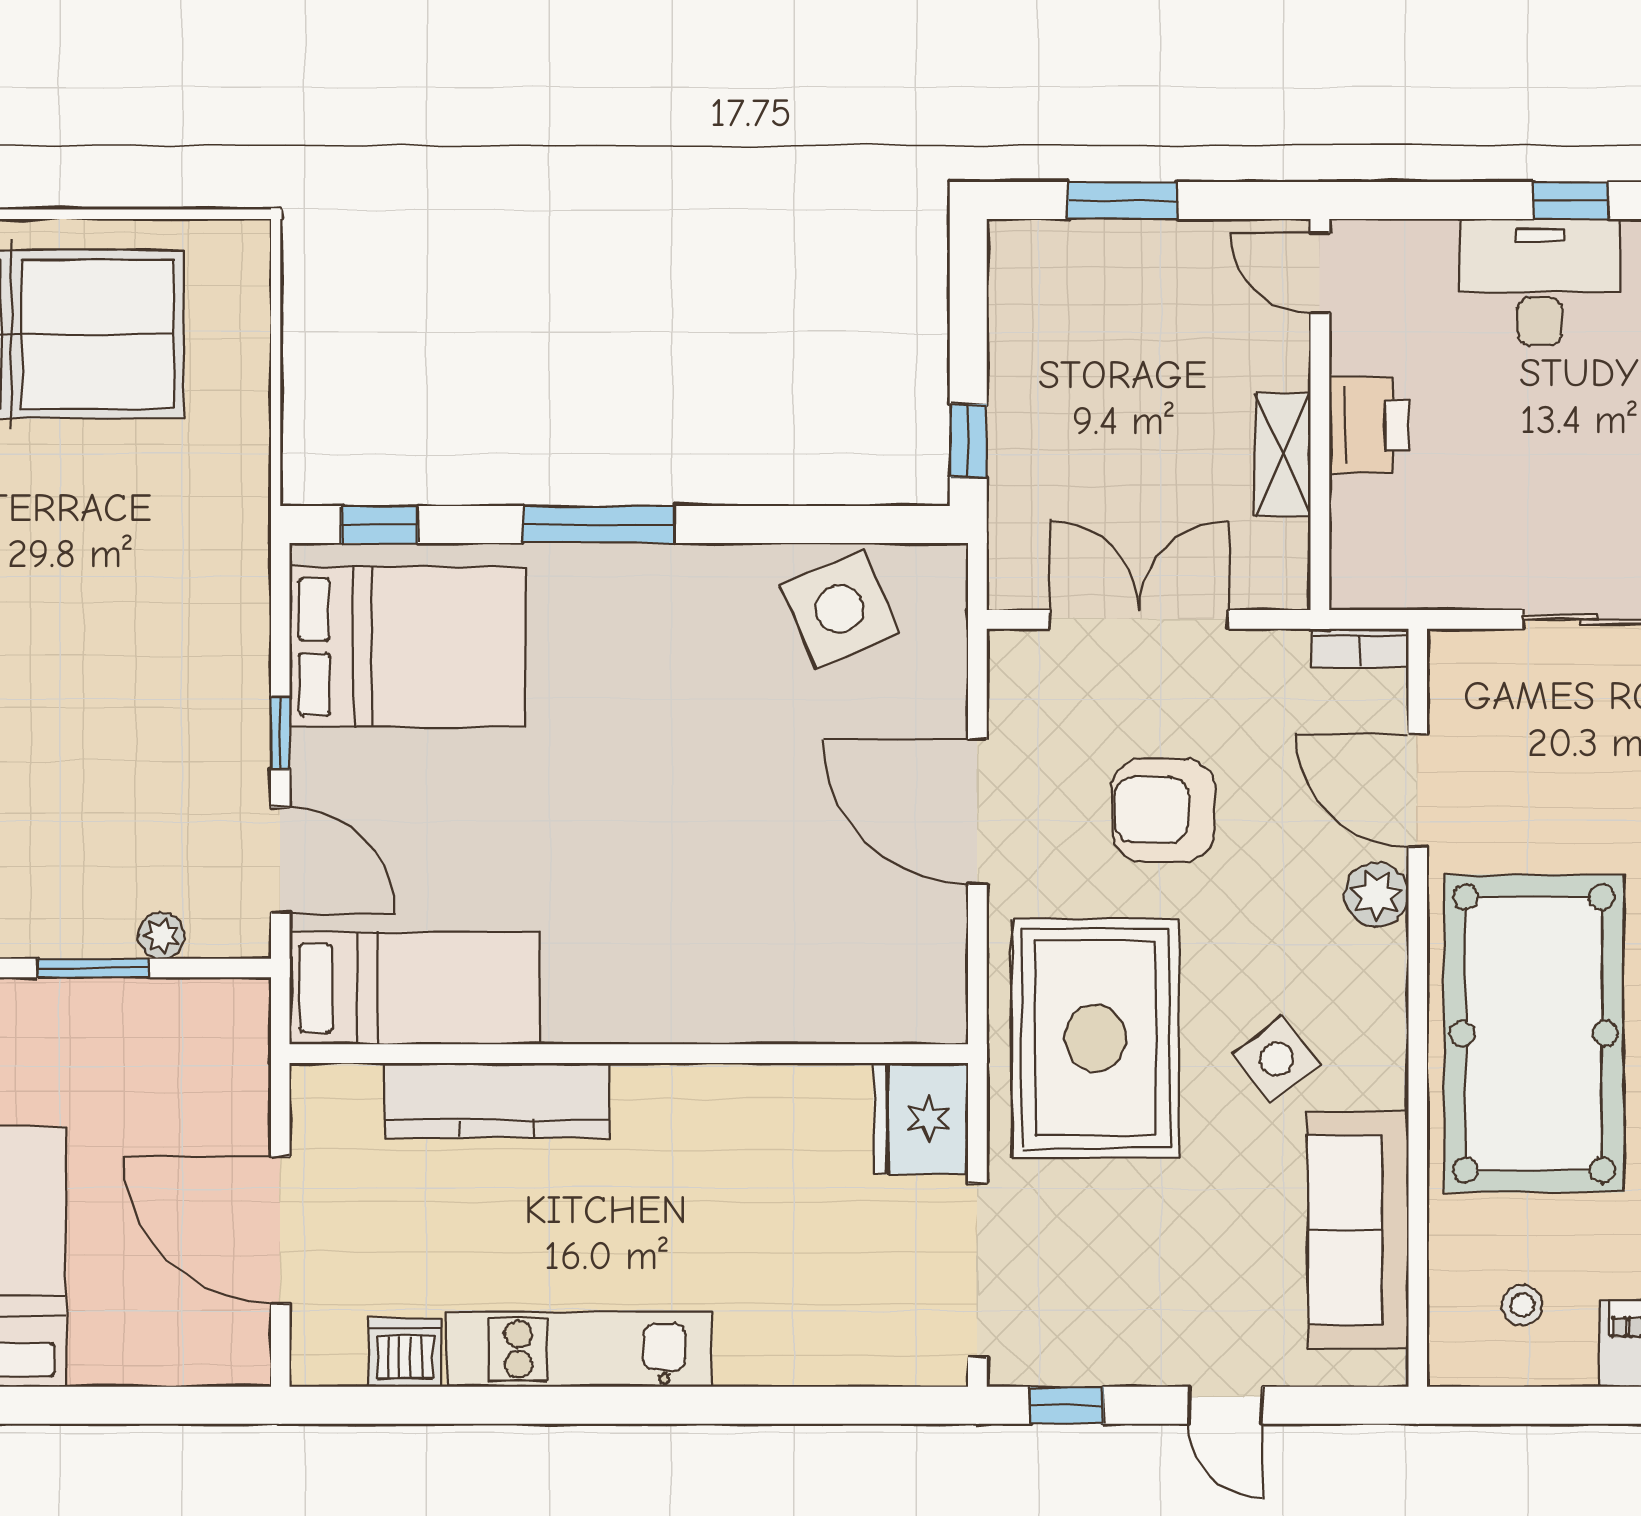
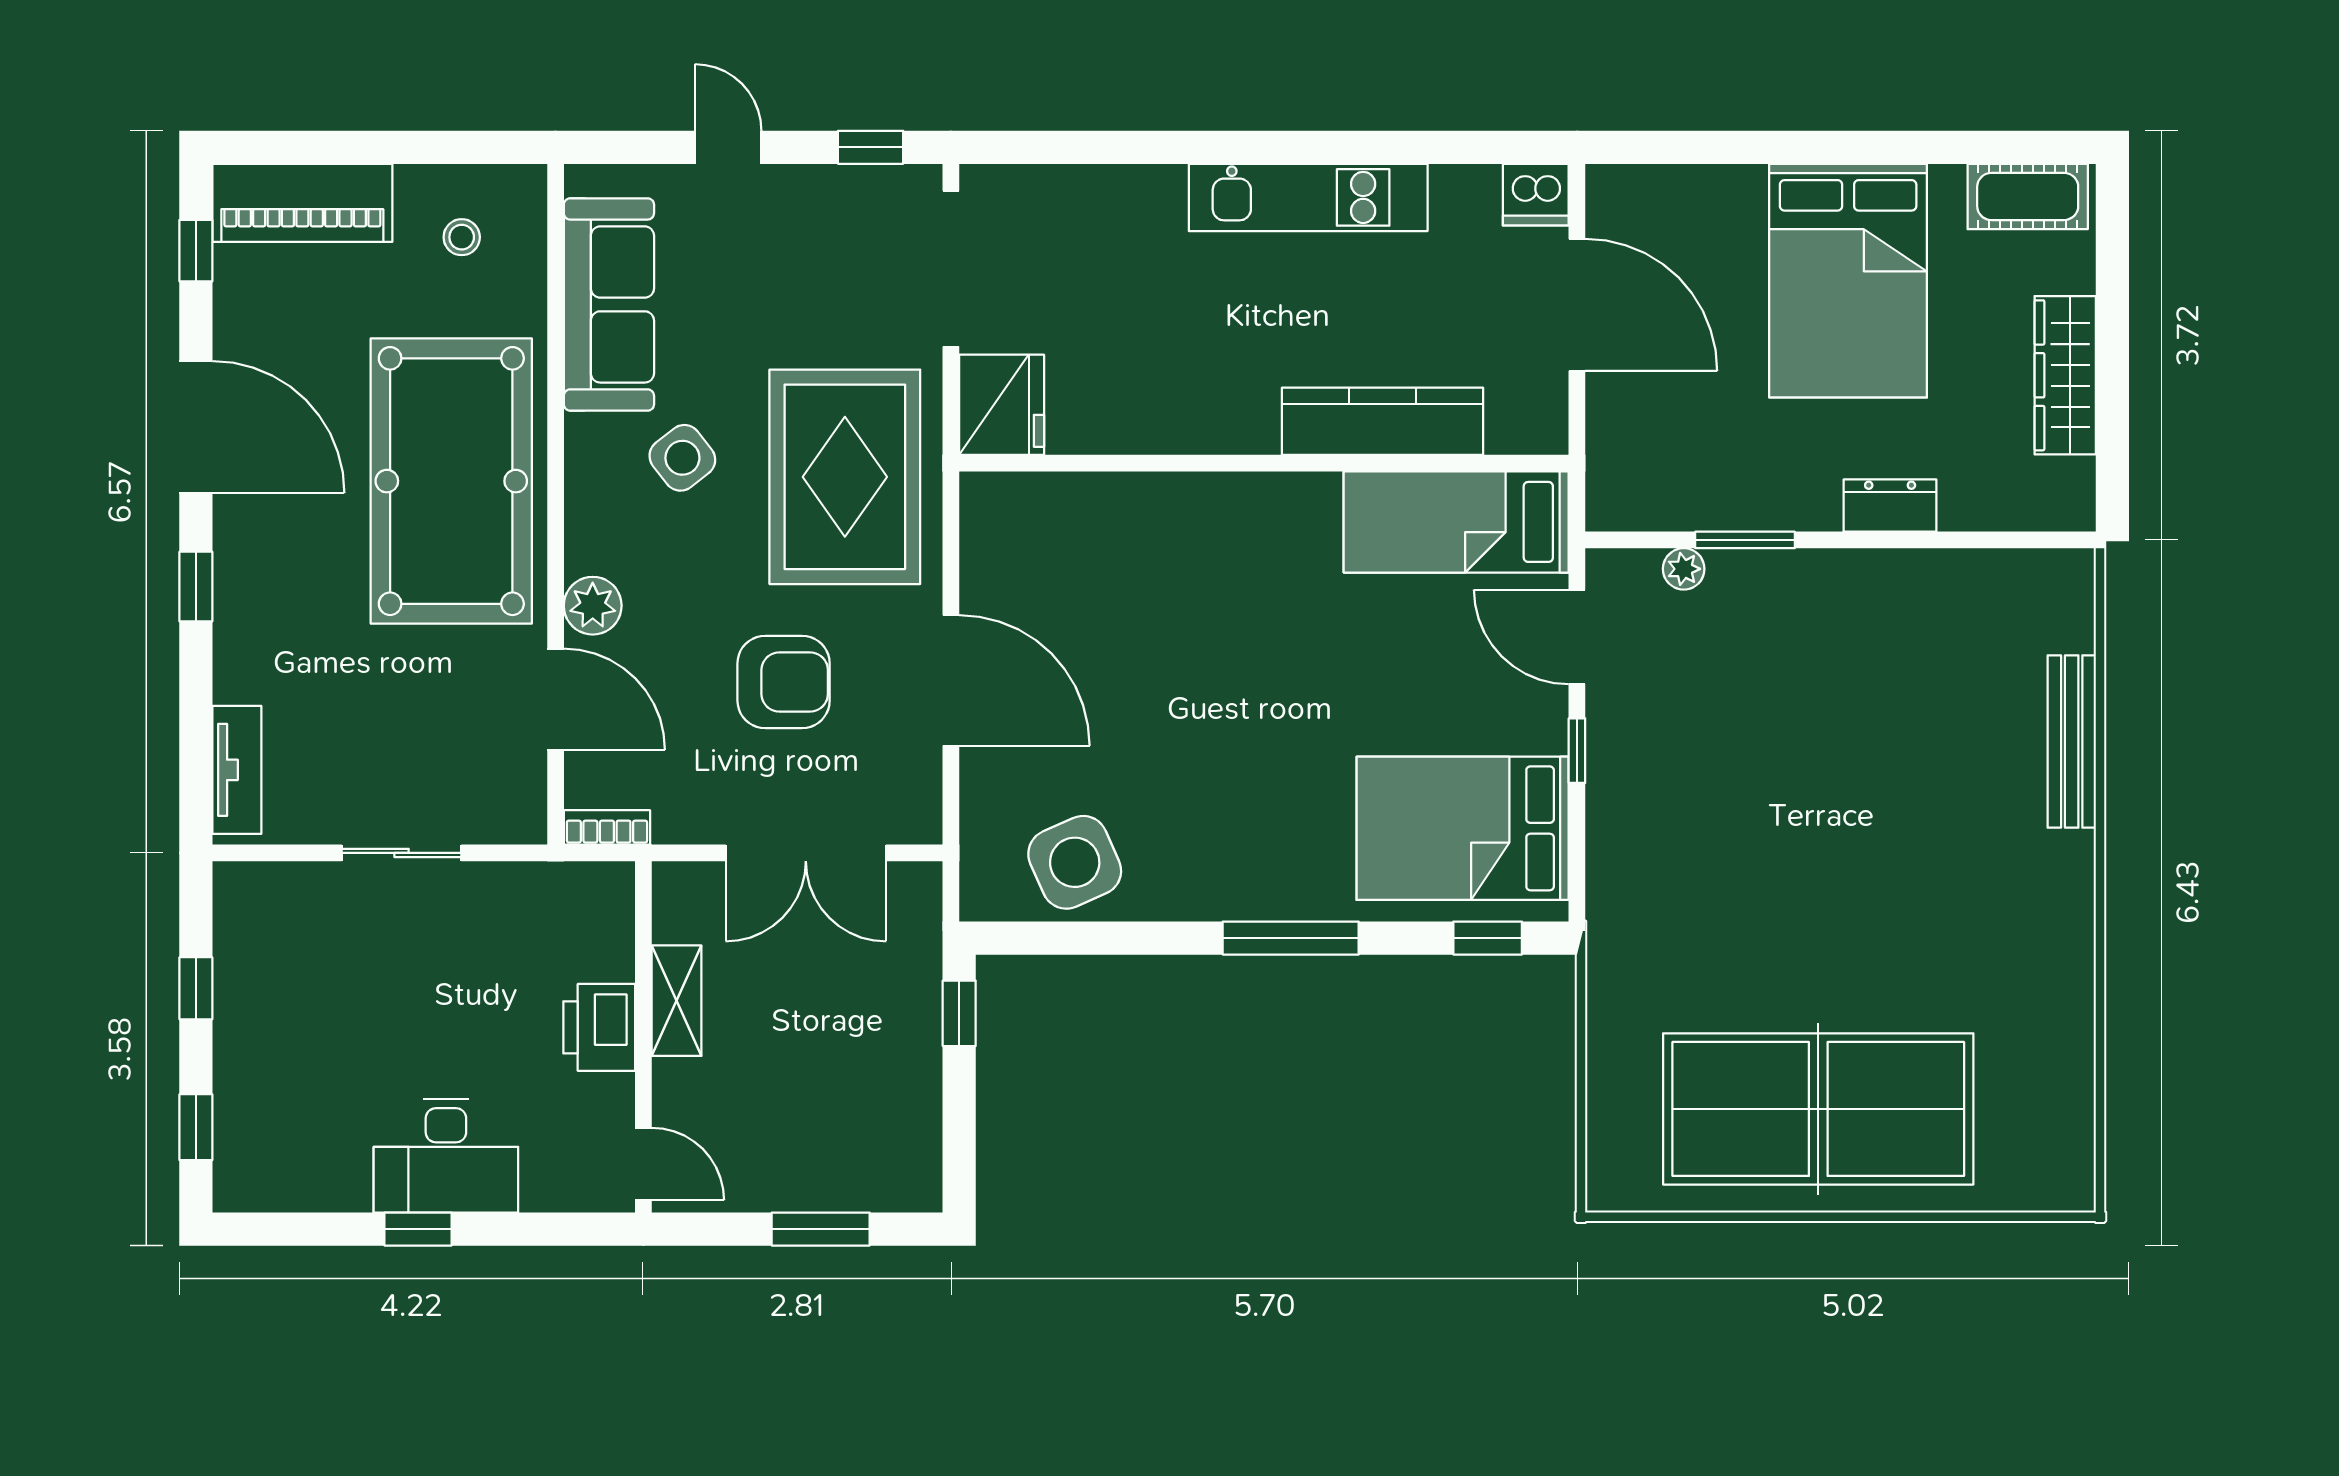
dishwasher: (405, 1353) -> (1536, 195), moved

